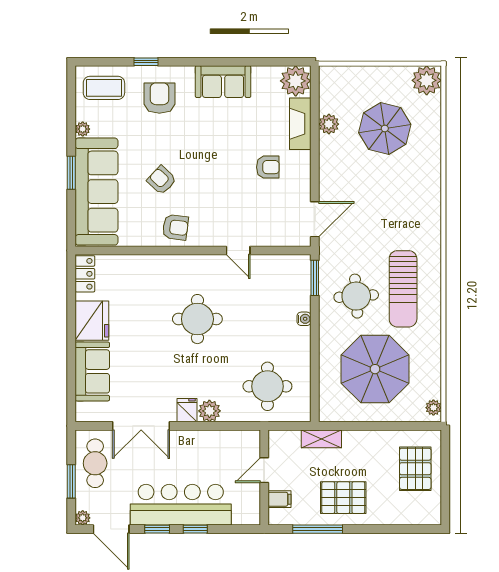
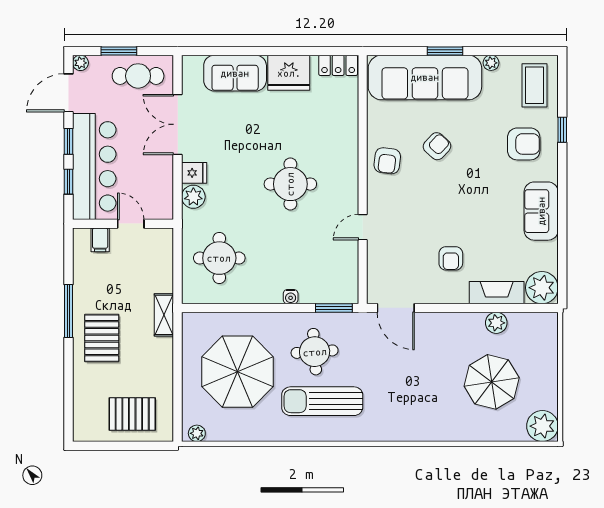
door: (264, 470) -> (131, 224), moved
wall: (264, 477) -> (123, 224), moved
filing cabinet: (279, 499) -> (100, 240), moved

